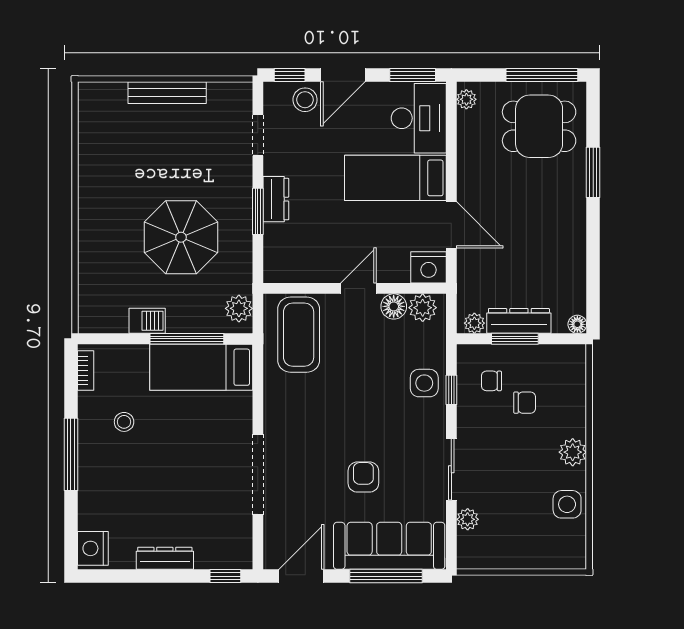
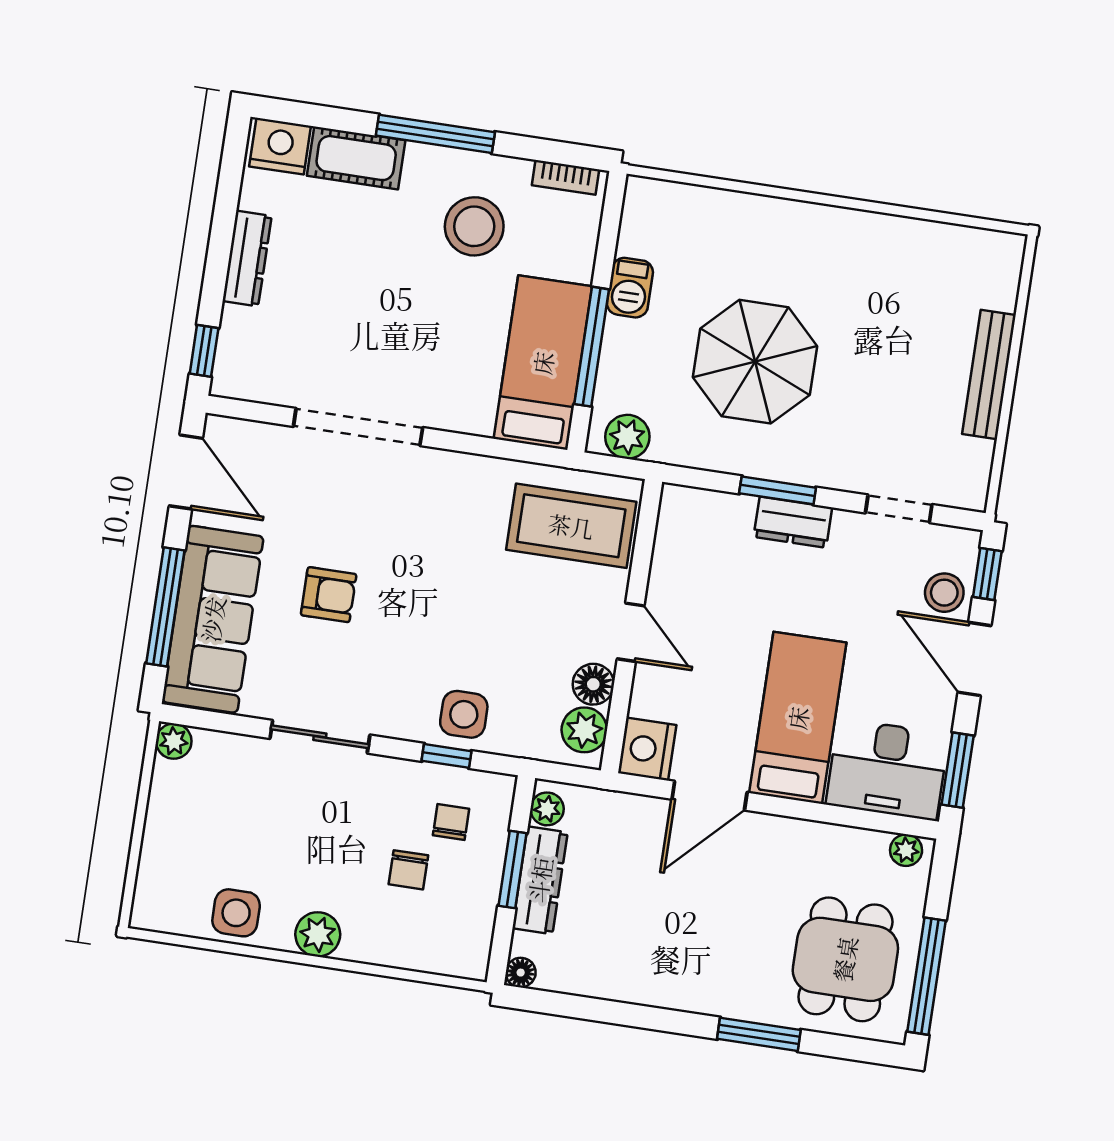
stool: (124, 422) -> (474, 226), width x1.89, depth x1.89
cot: (93, 501) -> (356, 158), added
plant: (468, 519) -> (174, 741), moved

